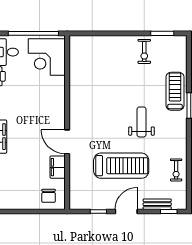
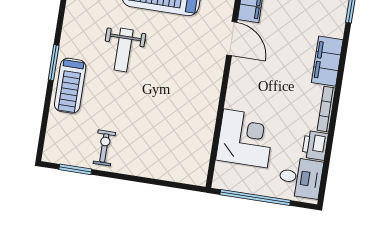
corner desk: (47, 57) -> (245, 138), moved

